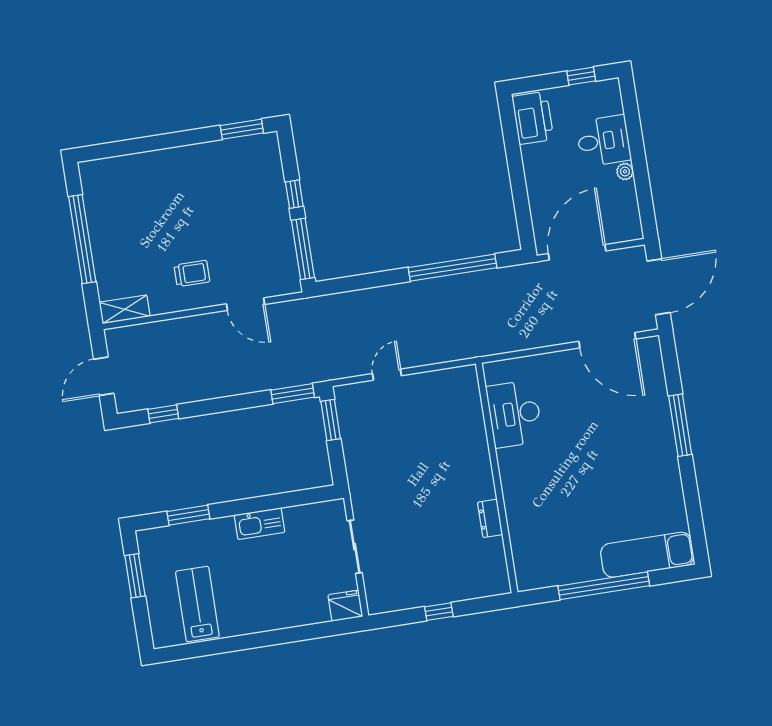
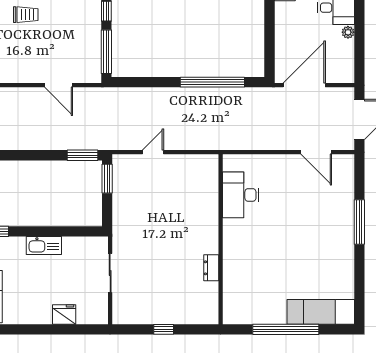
trolley: (192, 273) -> (26, 15), moved
door: (607, 340) -> (316, 152), width x0.73
fridge: (345, 606) -> (64, 315), moved

